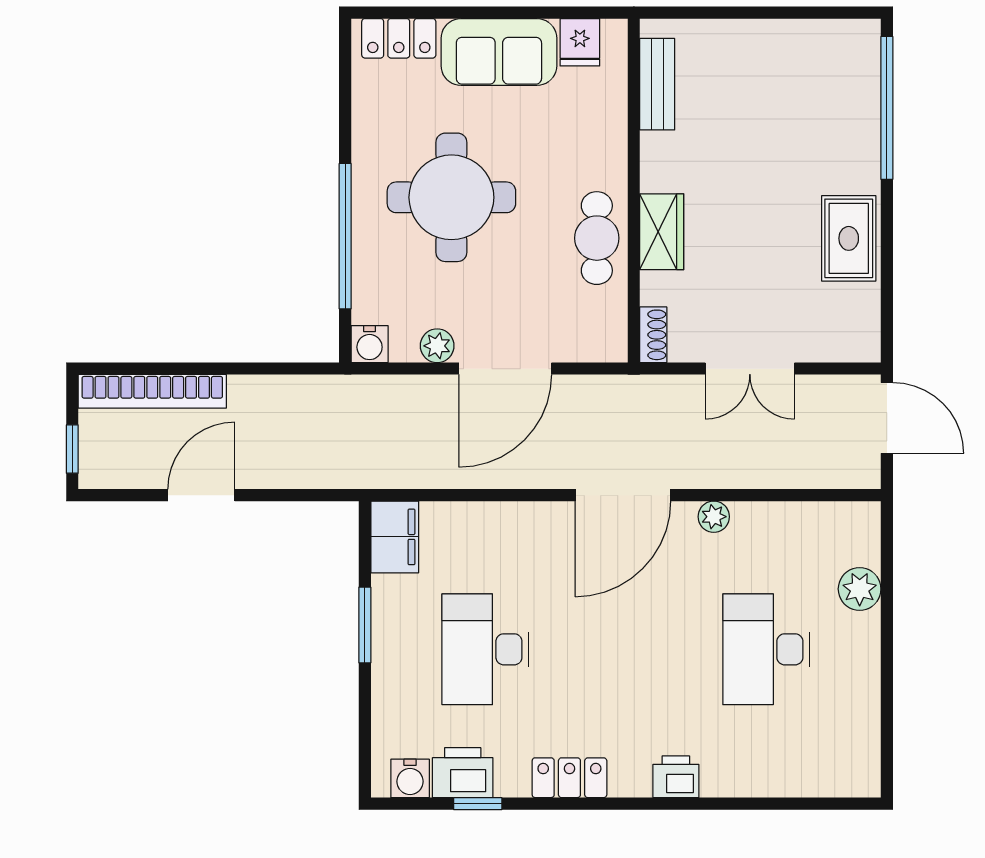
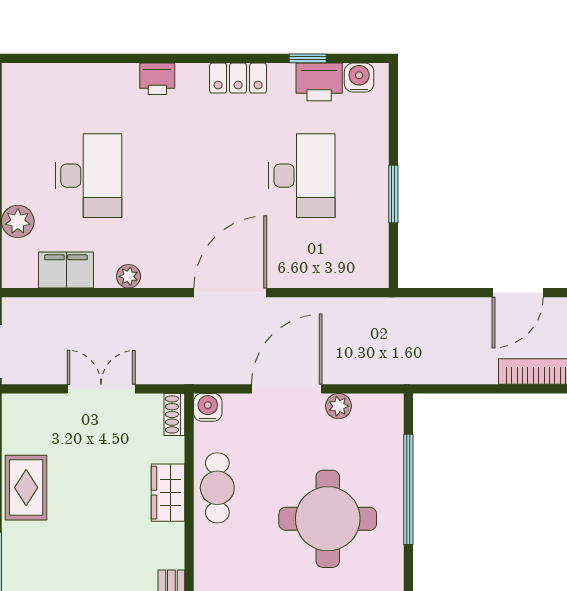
water cooler: (370, 344) -> (208, 407), moved
door: (623, 495) -> (230, 293), moved
filing cabinet: (395, 537) -> (66, 270), moved, turned 90

